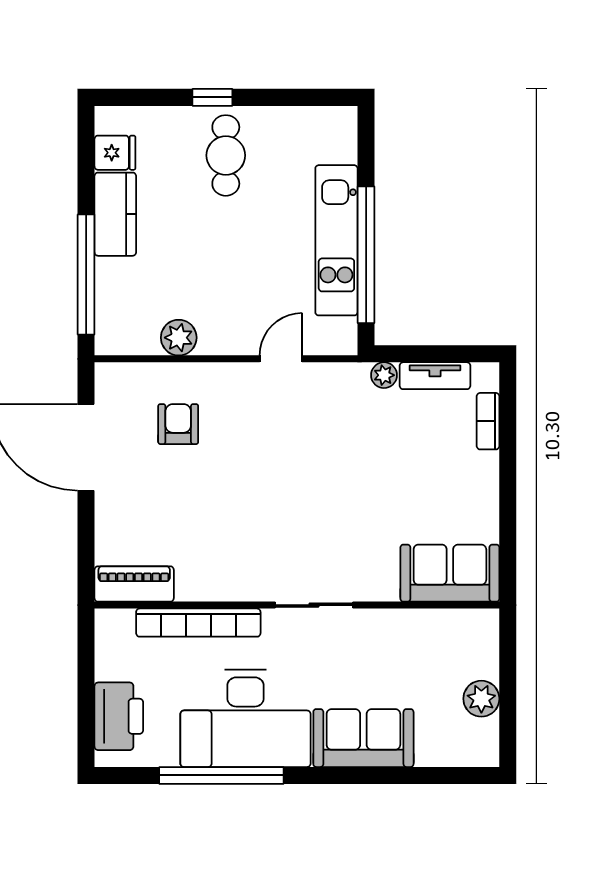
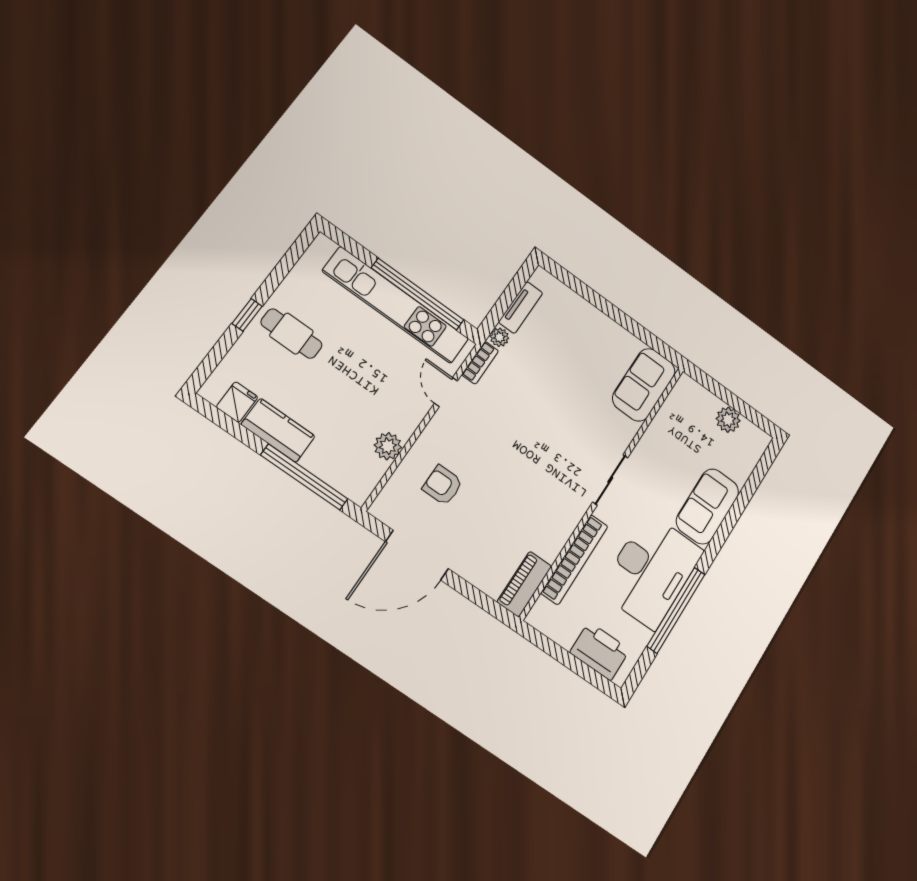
kitchen unit: (336, 240) -> (396, 305), width x1.36
bookcase: (488, 421) -> (480, 363), moved, turned -90

